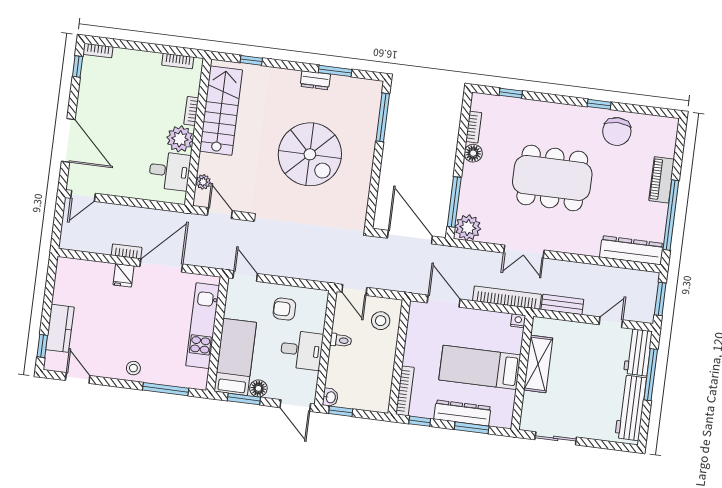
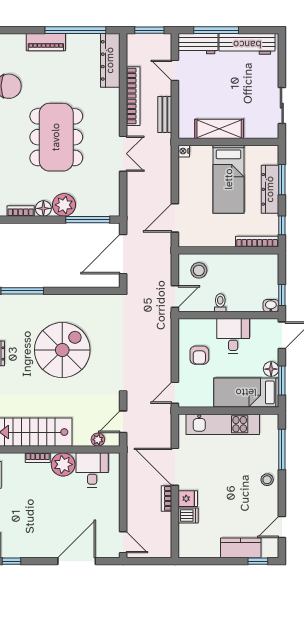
plant: (468, 228) -> (64, 205), moved
dishwasher: (104, 273) -> (188, 516), added
bookcase: (507, 298) -> (133, 96), moved, turned 180

